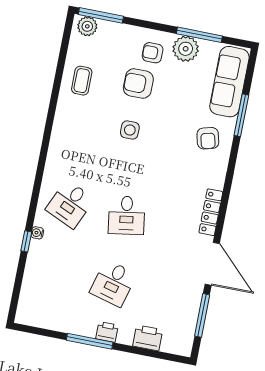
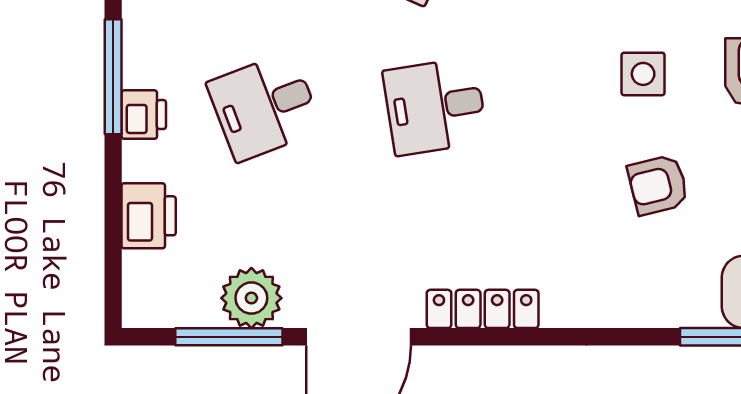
armchair: (208, 138) -> (658, 185), moved
desk: (113, 283) -> (265, 106), turned -36
plant: (188, 303) -> (251, 298), added

